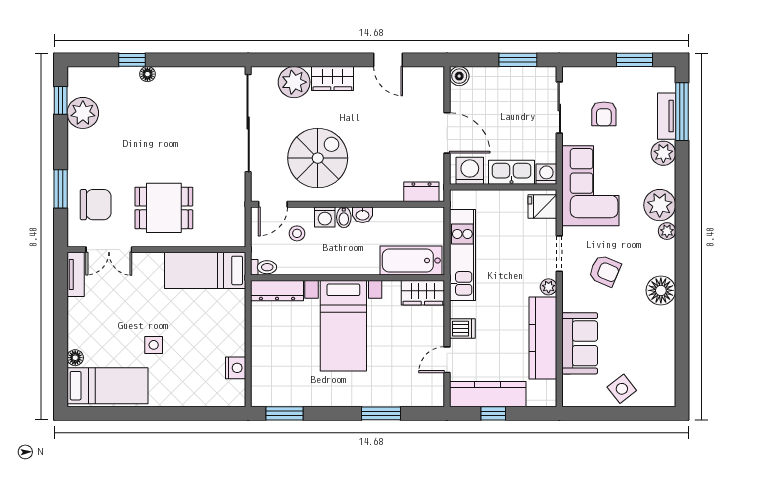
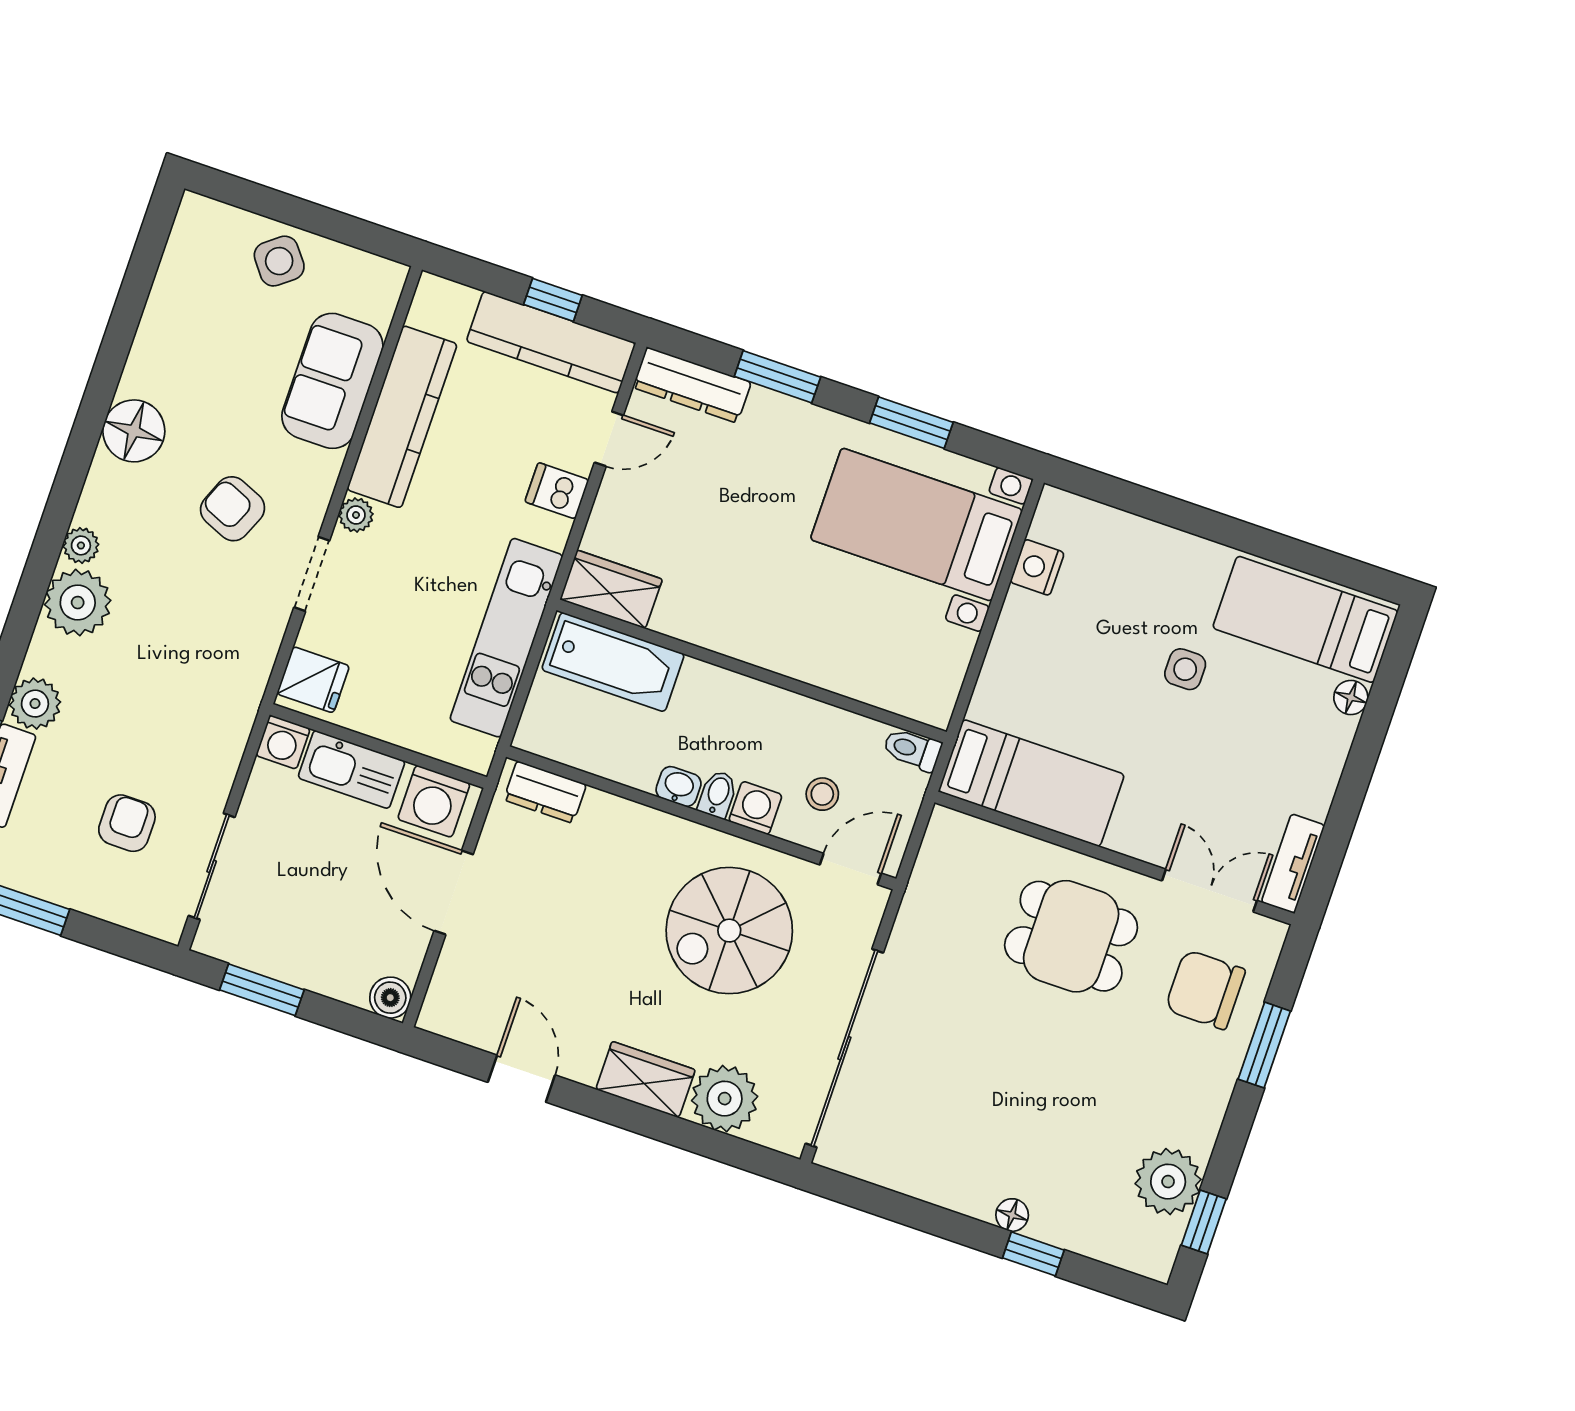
corner sofa: (590, 186) -> (203, 689), removed
dresser: (277, 291) -> (692, 385), moved, turned 180
bed with nightstands: (343, 326) -> (916, 525), moved, turned -90
window: (284, 413) -> (911, 423), moved

